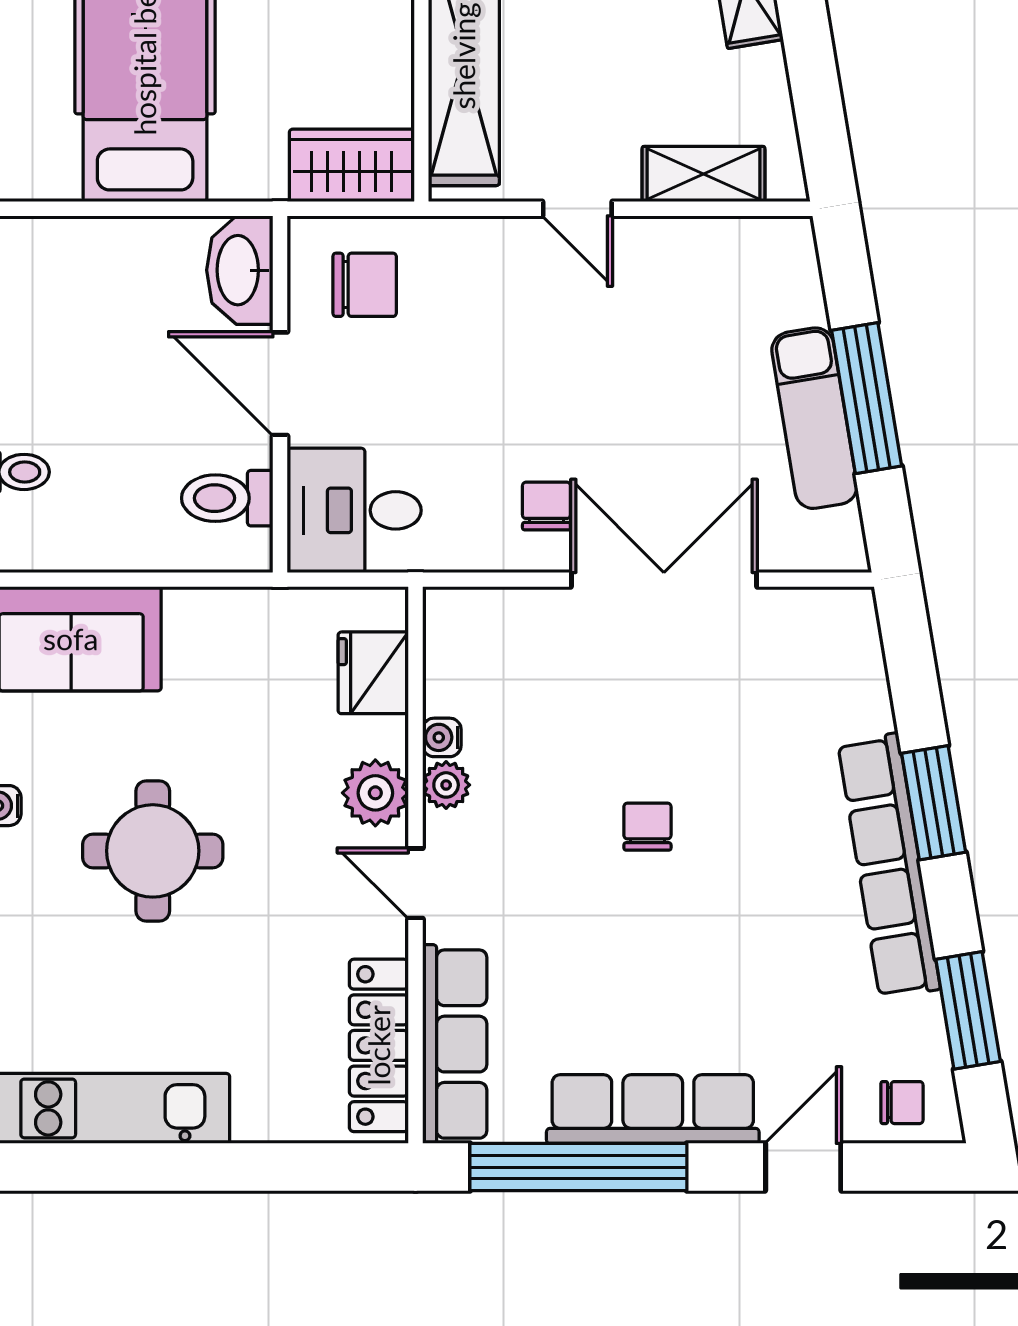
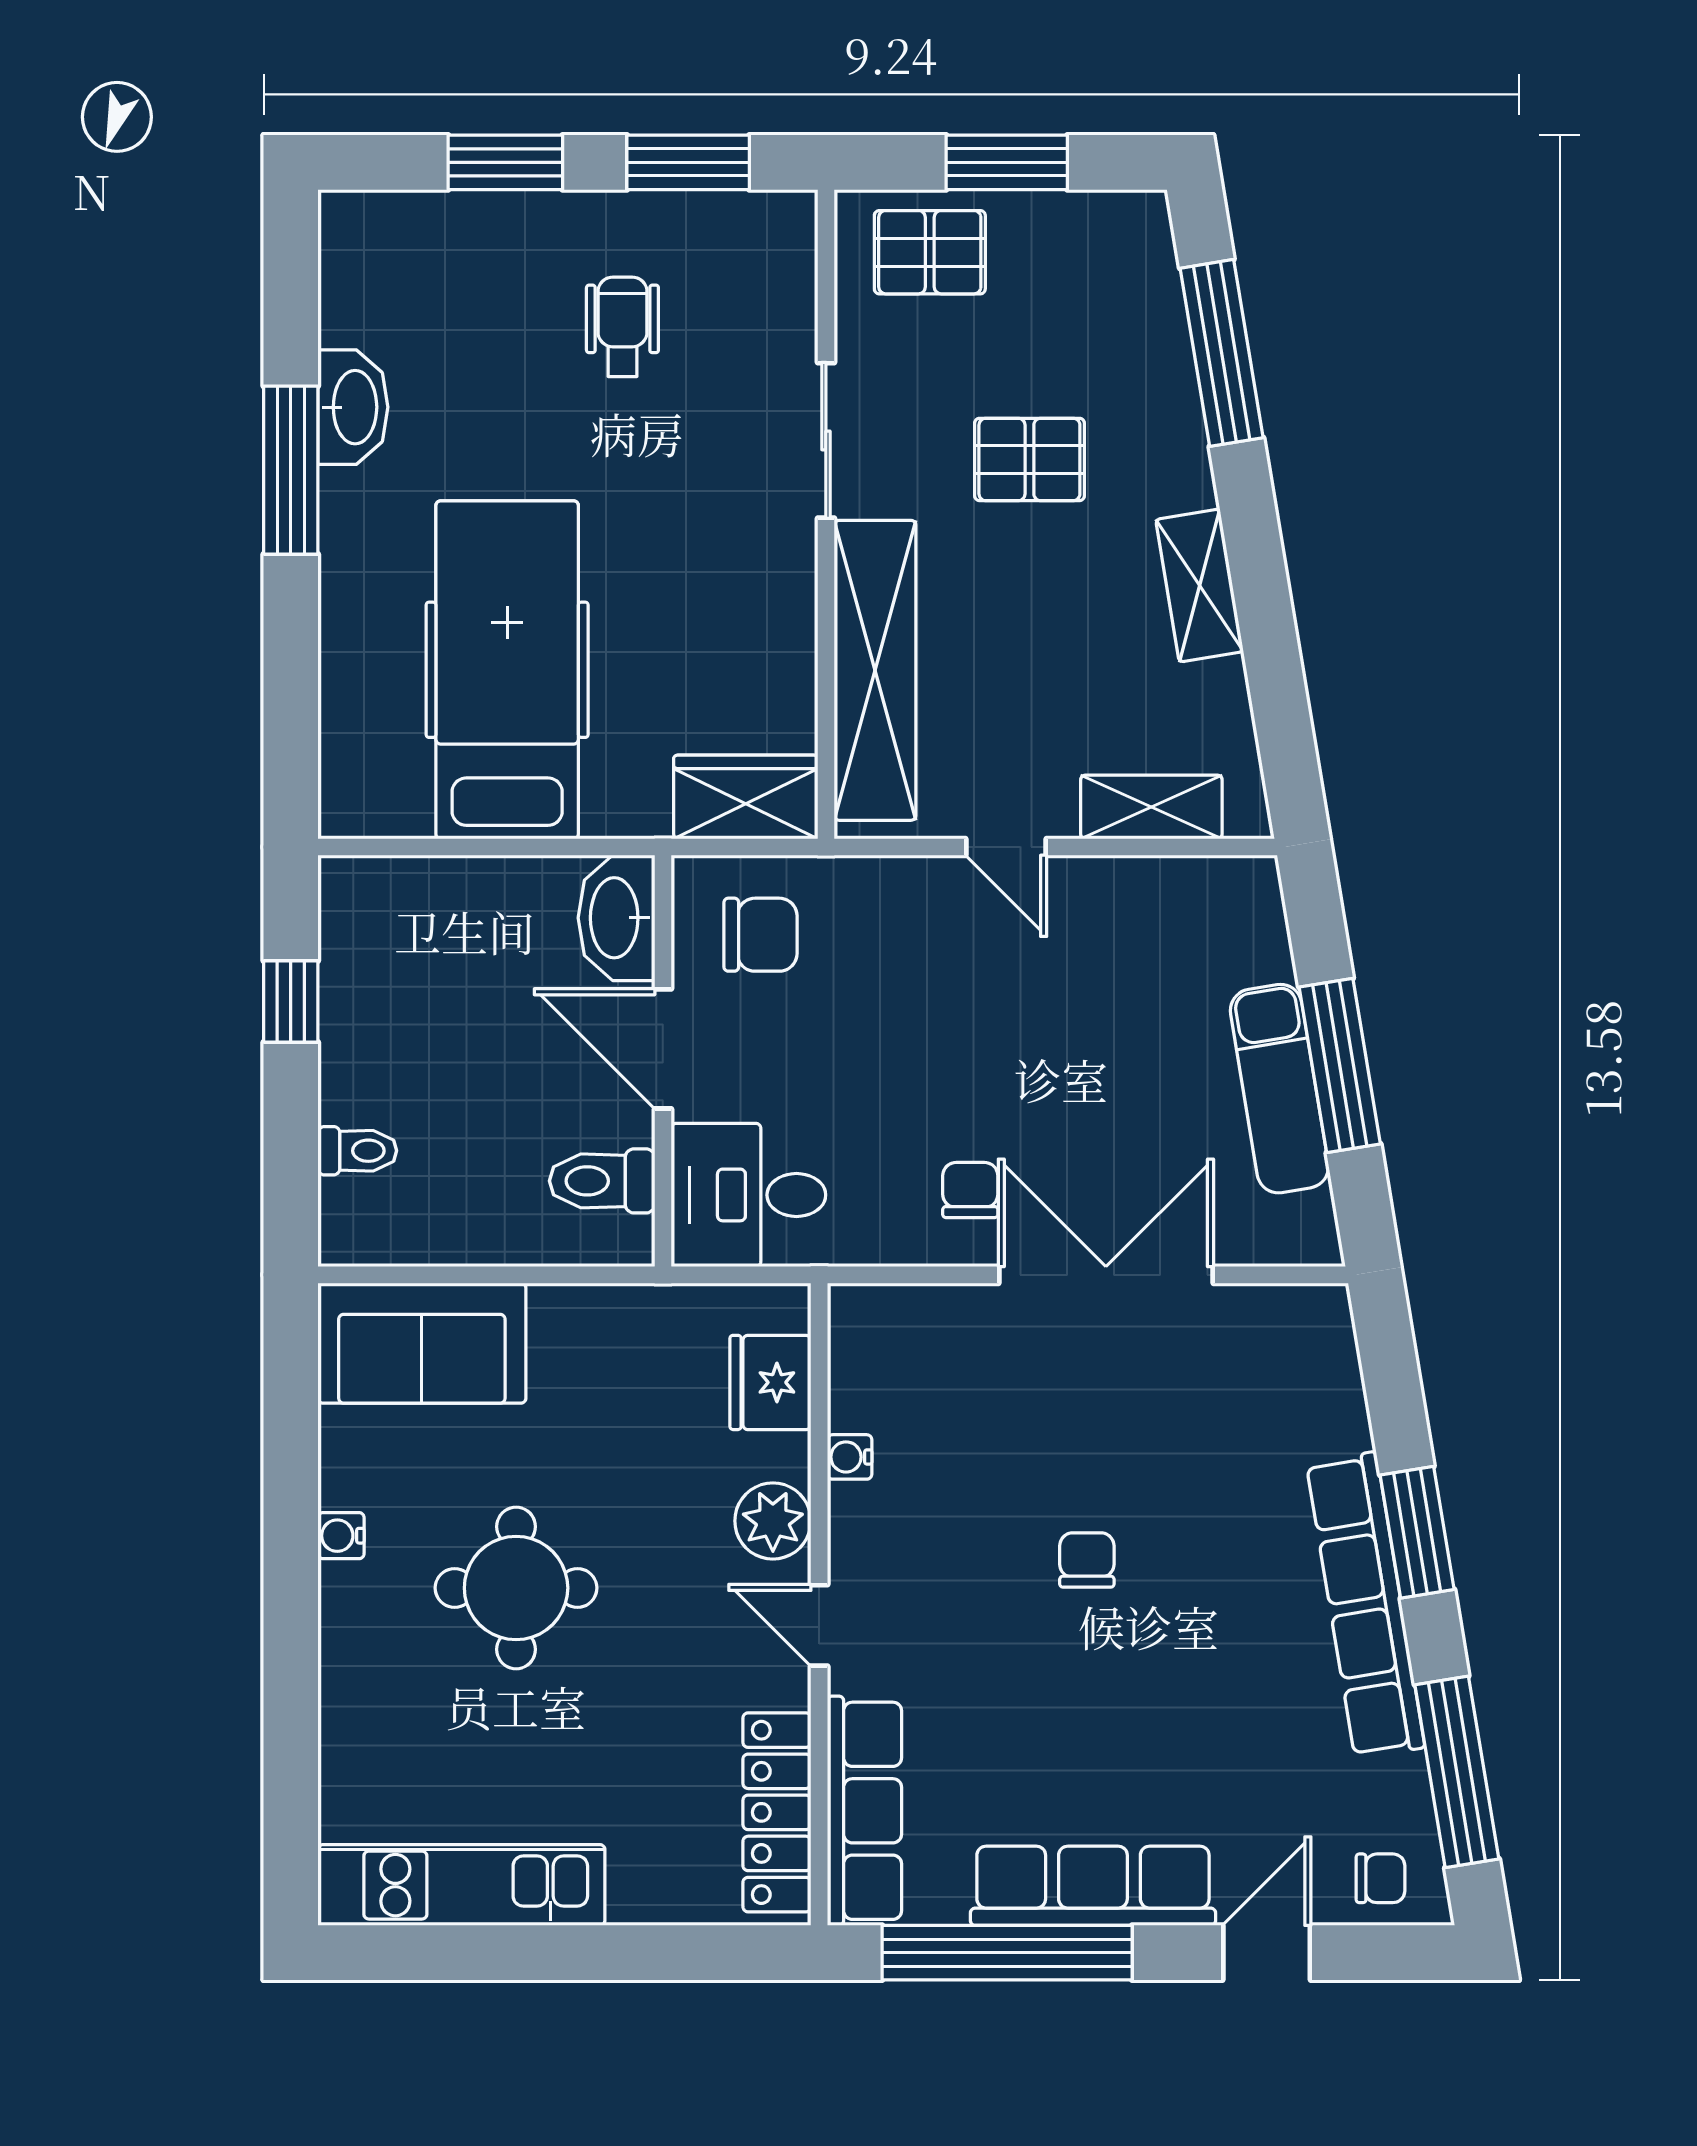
plant: (446, 785) -> (854, 1512), removed
window: (968, 1010) -> (1457, 1772), width x1.44

